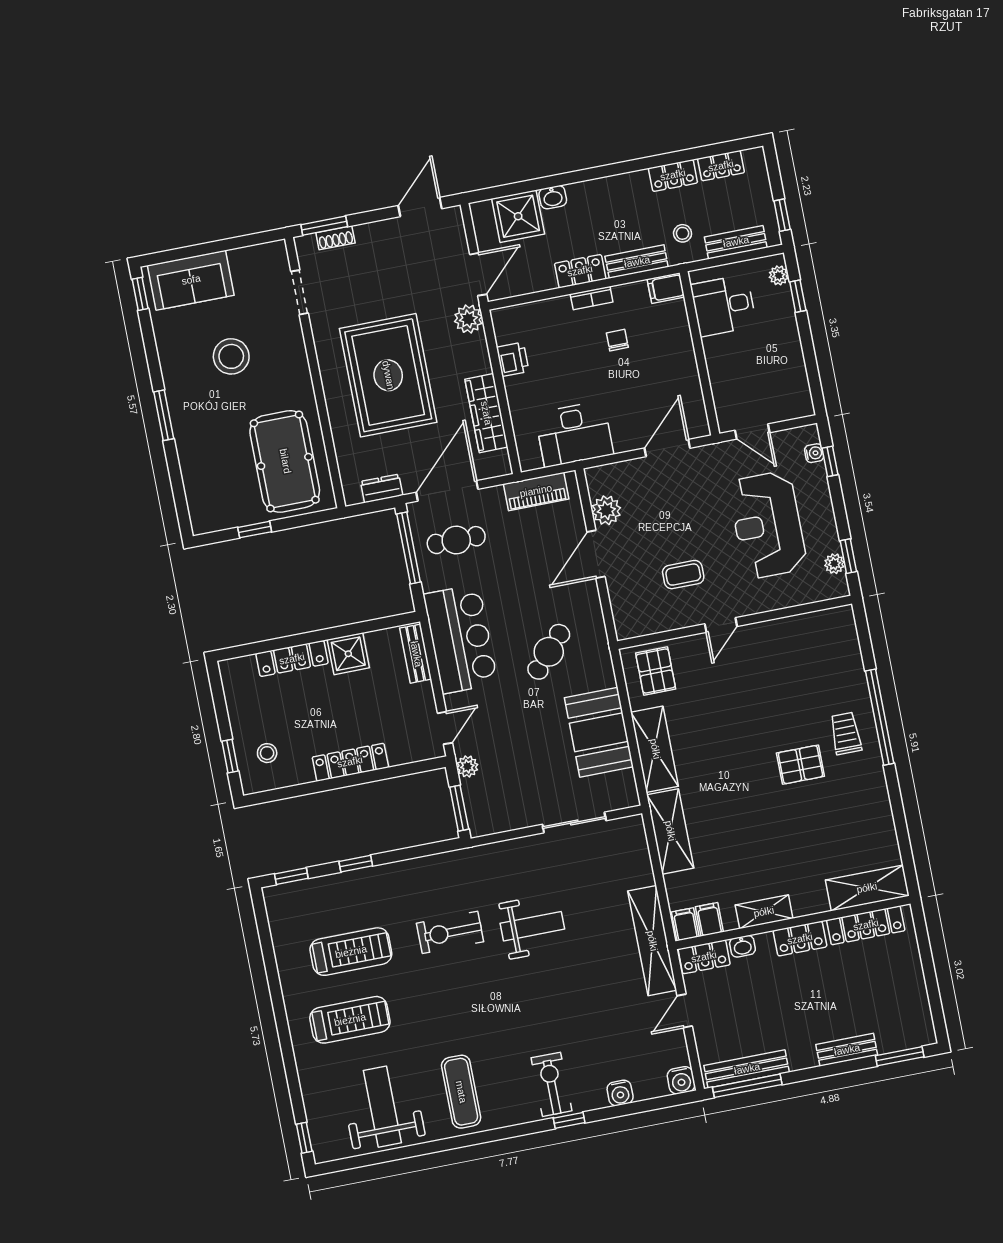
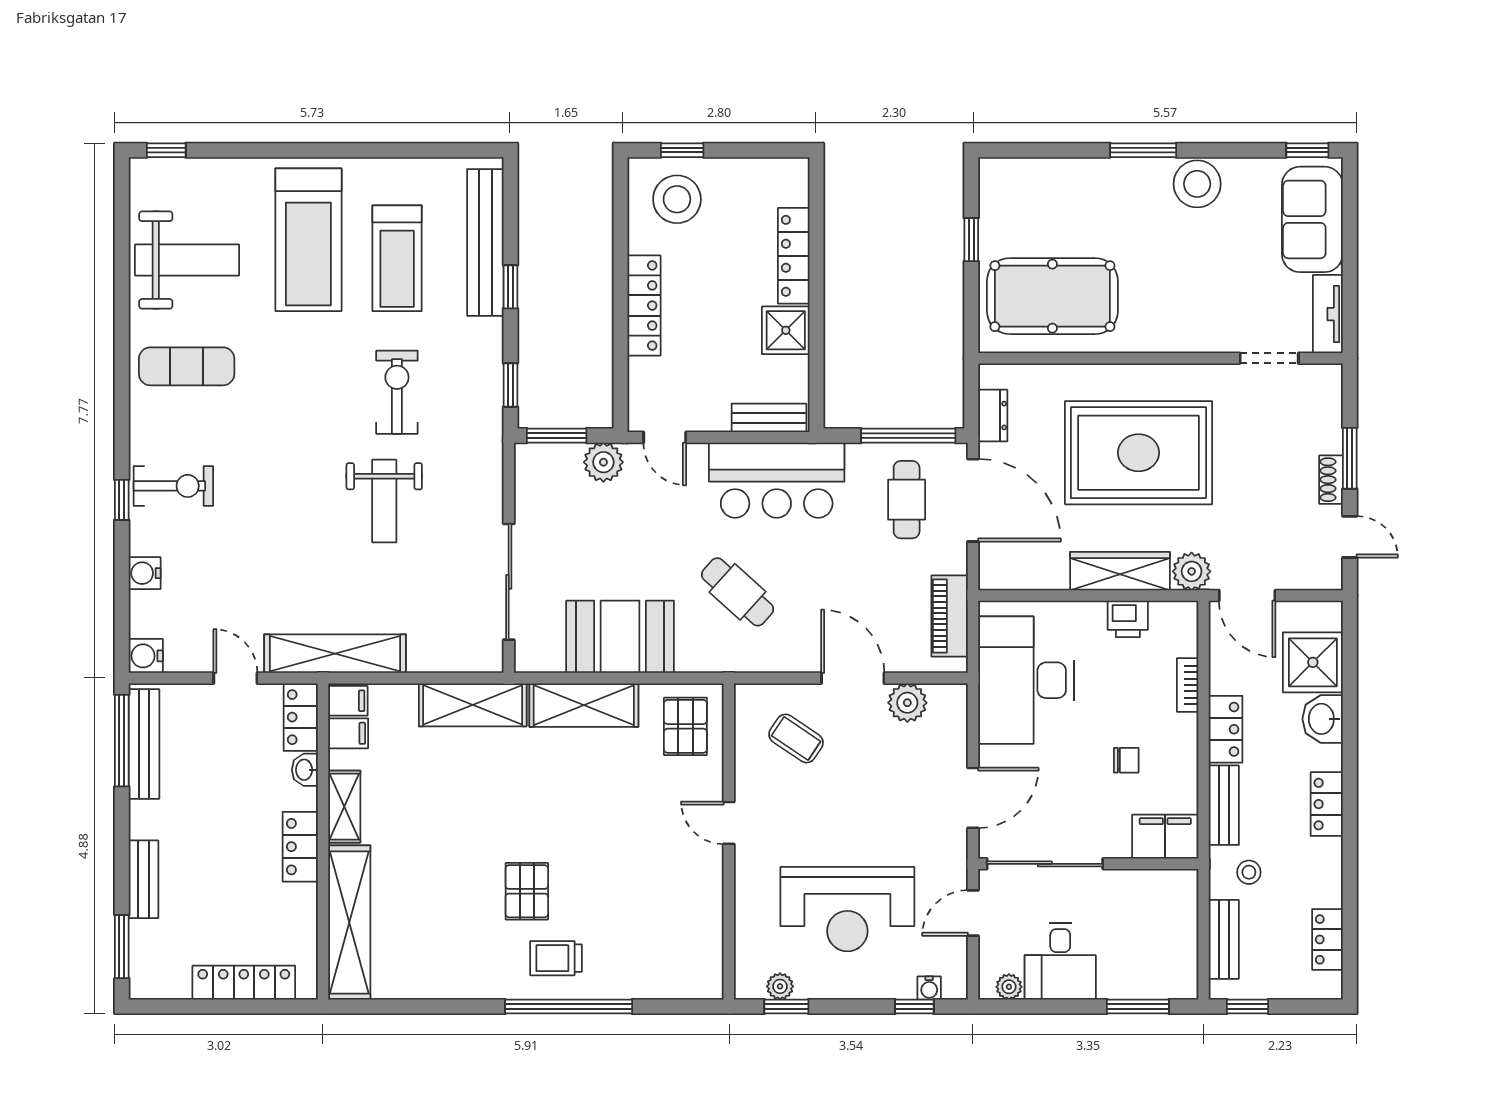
locker: (673, 175) -> (1327, 804), moved
washbasin: (553, 197) -> (1323, 719), width x1.38, depth x1.45
door: (420, 207) -> (1350, 537), width x0.73
window: (324, 226) -> (1350, 458), moved
shoe rack: (335, 238) -> (1331, 480), moved
tv unit: (258, 255) -> (1328, 314), added
plant: (779, 275) -> (1009, 987), moved
filing cabinet: (666, 288) -> (1165, 837), width x2.00
window: (798, 296) -> (1138, 1007), width x1.50
bookcase: (592, 298) -> (1188, 685), moved
desk: (724, 306) -> (1060, 961), moved, turned 180
stool: (231, 356) -> (1197, 184), moved
sliding door: (706, 385) -> (1045, 864), added
wardrobe: (486, 413) -> (1120, 571), moved
desk: (574, 434) -> (1026, 680), width x1.36, depth x1.30
door: (667, 448) -> (973, 798), hinge flipped
reception desk: (768, 525) -> (847, 909), turned 180
coffee table: (683, 575) -> (796, 738), moved, turned -56
pallet: (656, 671) -> (685, 726), turned 90
trolley: (846, 733) -> (556, 958), turned 180
stool: (267, 753) -> (677, 199), width x1.89, depth x1.89
plant: (467, 766) -> (603, 462), width x1.38, depth x1.38
sliding door: (574, 822) -> (509, 582), width x1.37
window: (291, 876) -> (510, 385), moved
shelving: (867, 888) -> (349, 922), width x1.47
bench: (327, 889) -> (485, 242), added
locker: (866, 925) -> (244, 983), moved, turned 90
treadmill: (350, 1020) -> (308, 240), width x1.37, depth x1.37

